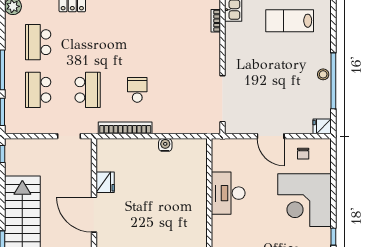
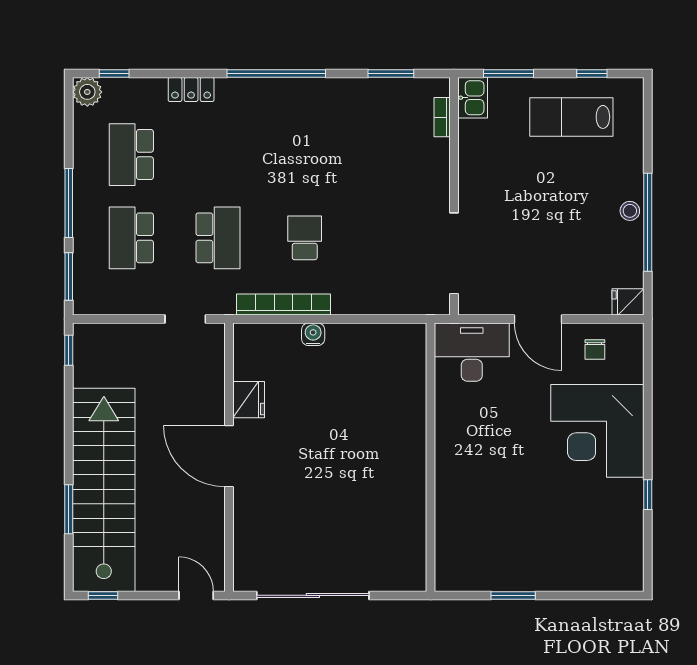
water cooler: (165, 145) -> (313, 334), moved
desk: (228, 193) -> (472, 352), moved, turned 90

